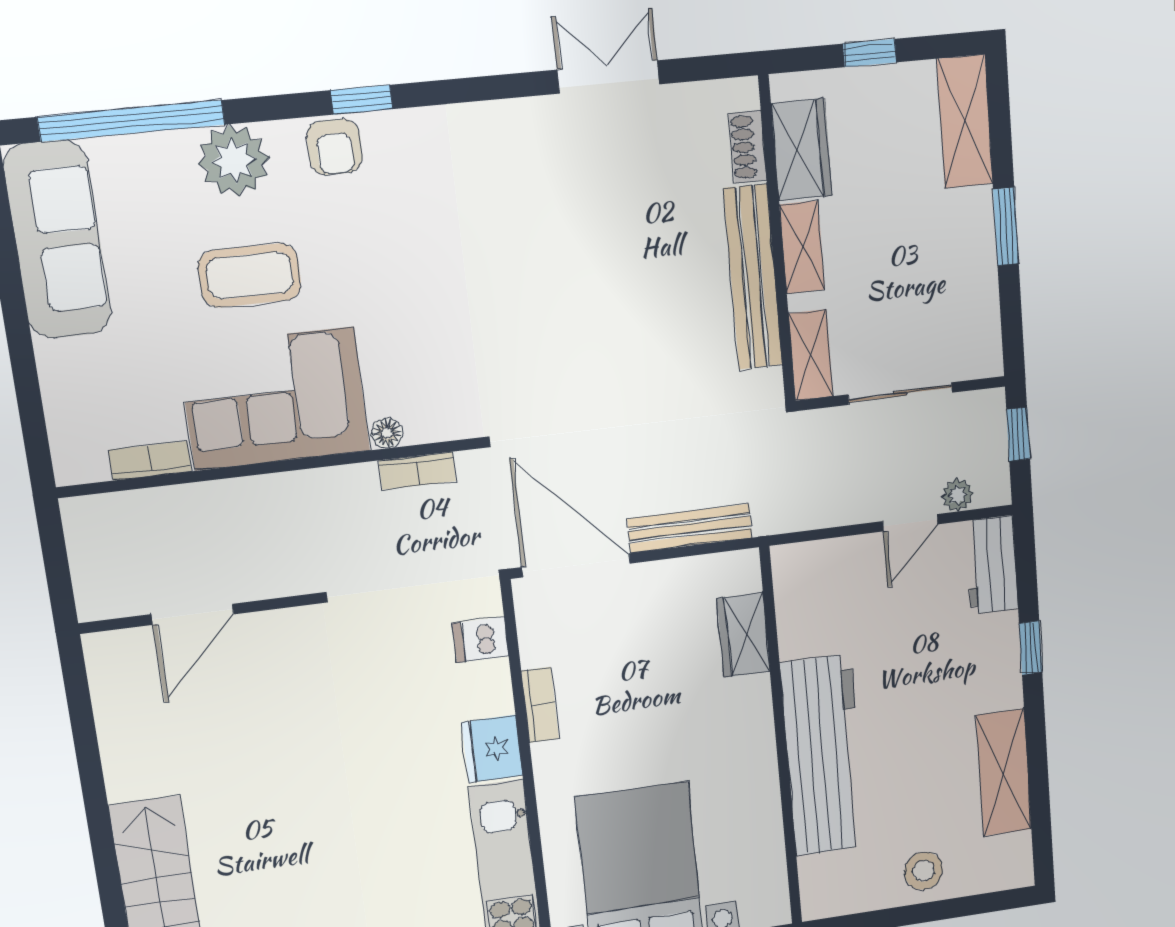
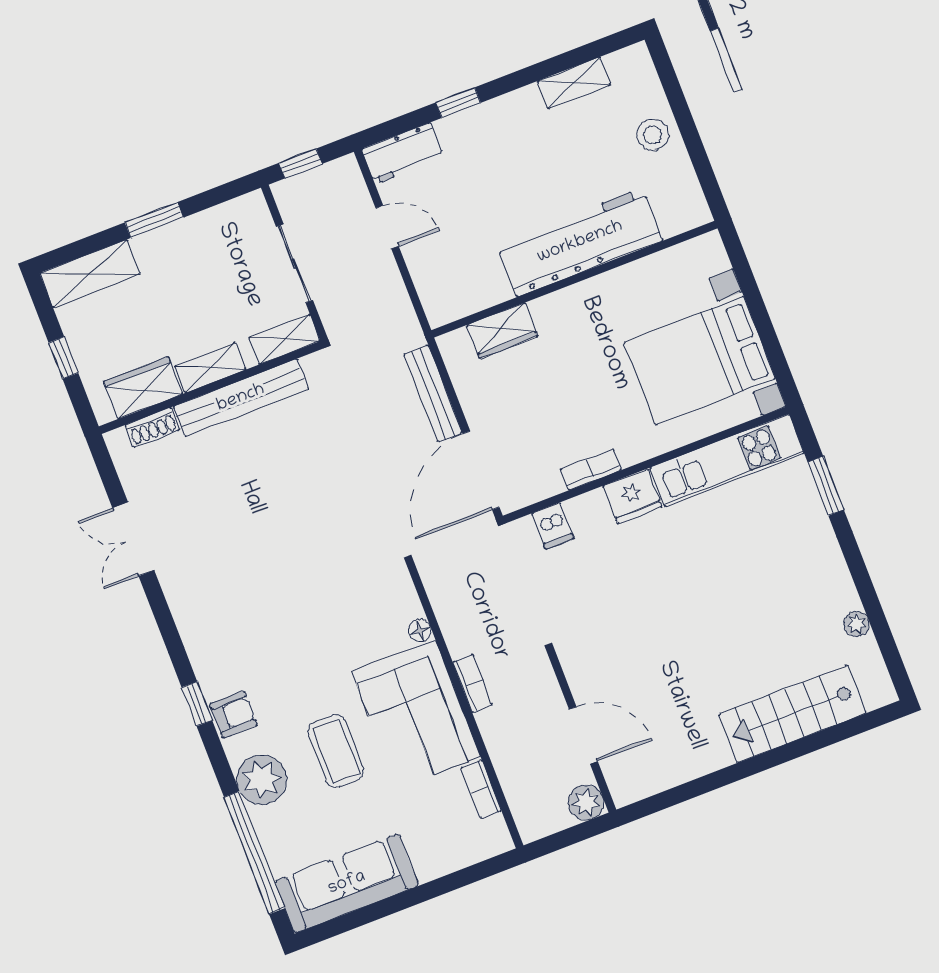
bookcase: (417, 471) -> (472, 683), moved
plant: (957, 495) -> (586, 802), moved, width x1.38, depth x1.38
shelving: (1004, 773) -> (574, 83), width x0.67, depth x0.75

